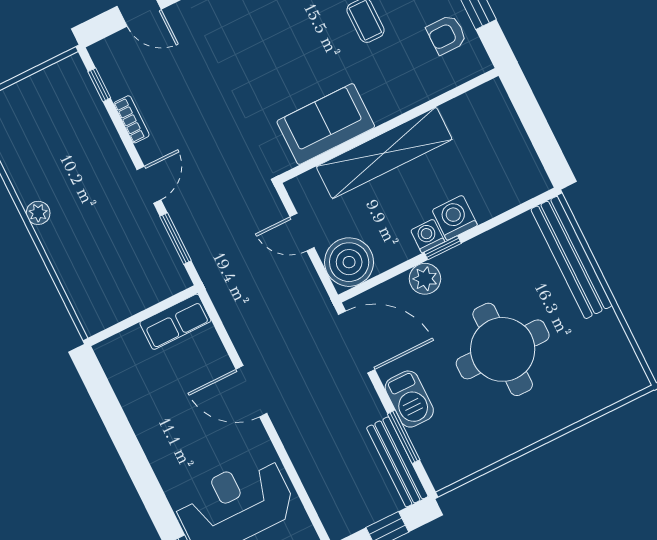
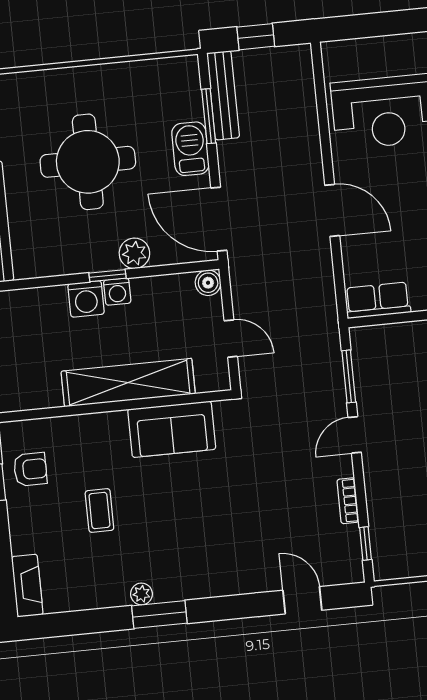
boiler: (349, 262) -> (208, 283), width x0.54, depth x0.54

